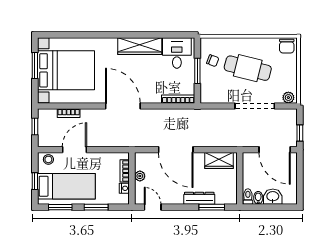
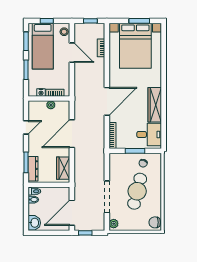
door: (123, 106) -> (107, 101), moved
washbasin: (273, 197) -> (34, 223), moved
dresser: (199, 198) -> (33, 169), moved
door: (153, 207) -> (26, 127), moved

